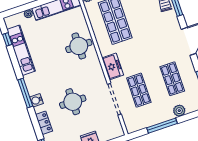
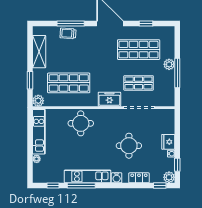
kitchen unit: (21, 50) -> (88, 176), moved
shop shelf: (172, 79) -> (139, 50), width x1.43, depth x1.36
window: (25, 93) -> (81, 186), moved
plant: (179, 111) -> (169, 64), moved

